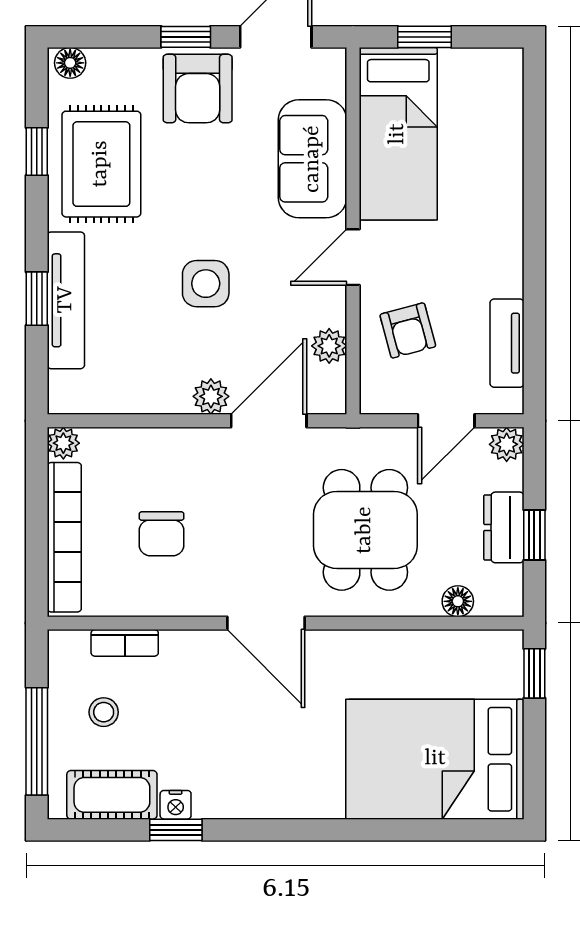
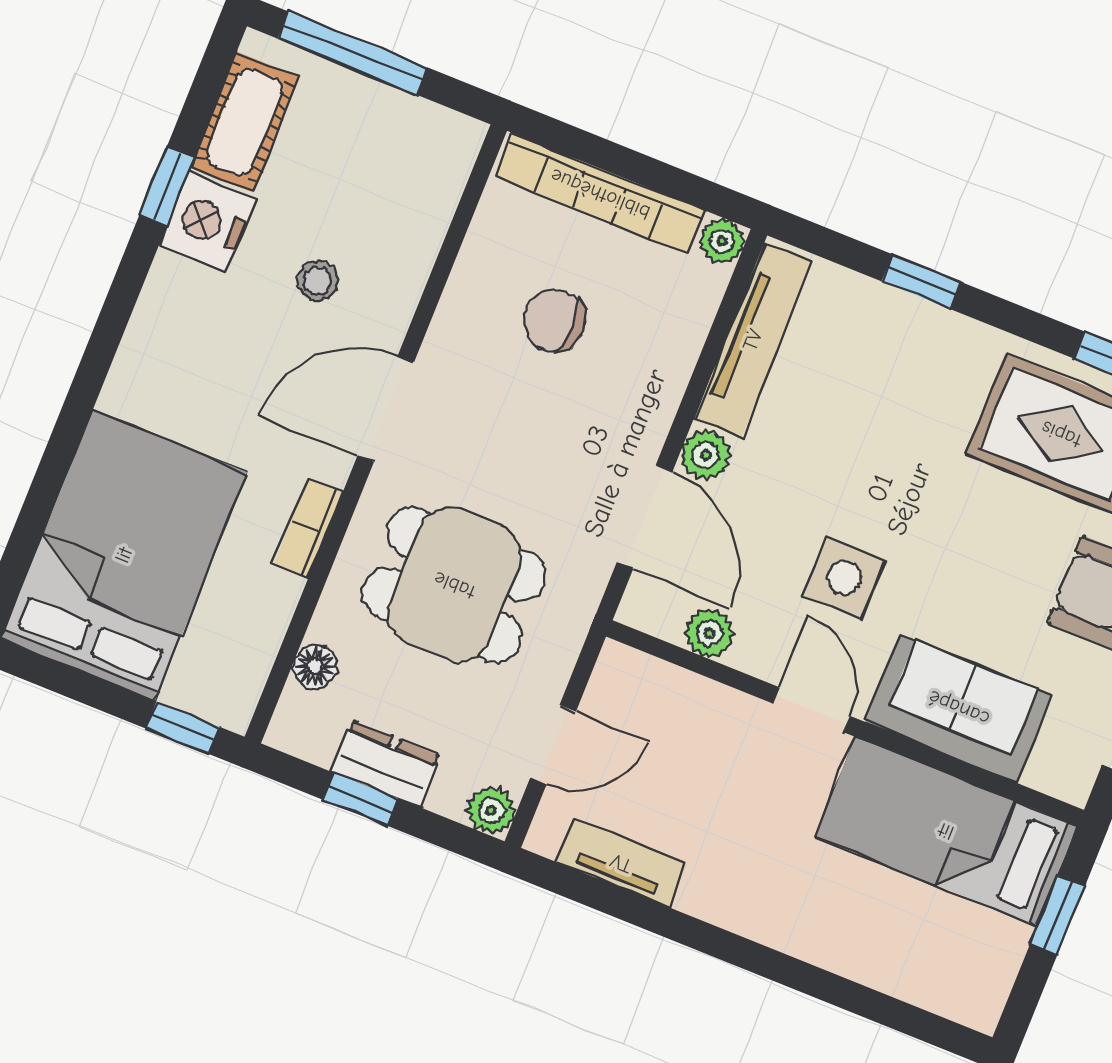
side table: (206, 284) -> (844, 578), moved
tv unit: (66, 300) -> (753, 340), moved, turned -90
armchair: (408, 330) -> (689, 742), removed
door: (446, 421) -> (553, 745), swing flipped
bookcase: (125, 643) -> (308, 528), moved
stool: (104, 712) -> (317, 281), moved
nightstand: (176, 805) -> (207, 222), width x1.89, depth x1.79

